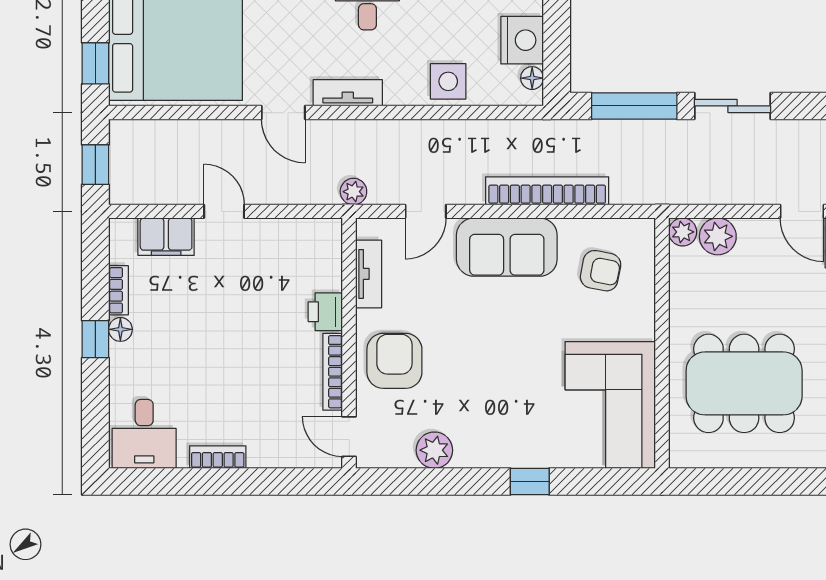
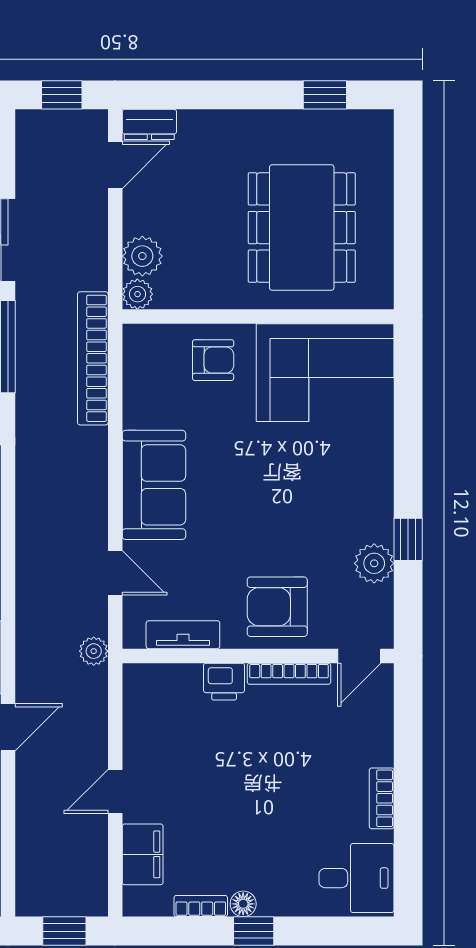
bookcase: (547, 191) -> (93, 358), moved
armchair: (601, 271) -> (213, 360), moved, turned 79
window: (530, 482) -> (408, 539), moved

